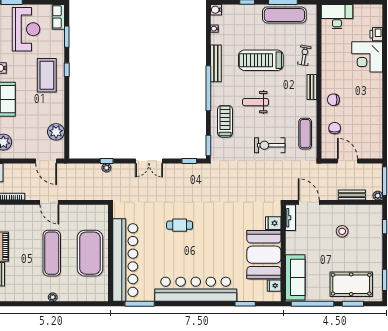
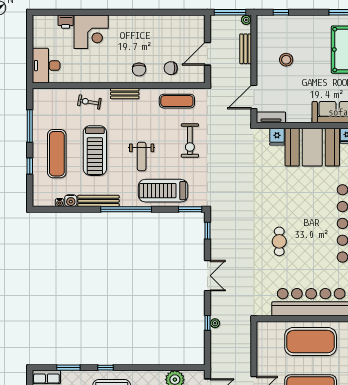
water cooler: (216, 10) -> (71, 201), moved
exercise mat: (284, 15) -> (57, 154), moved
treadmill: (225, 121) -> (163, 191), width x1.37, depth x1.38

